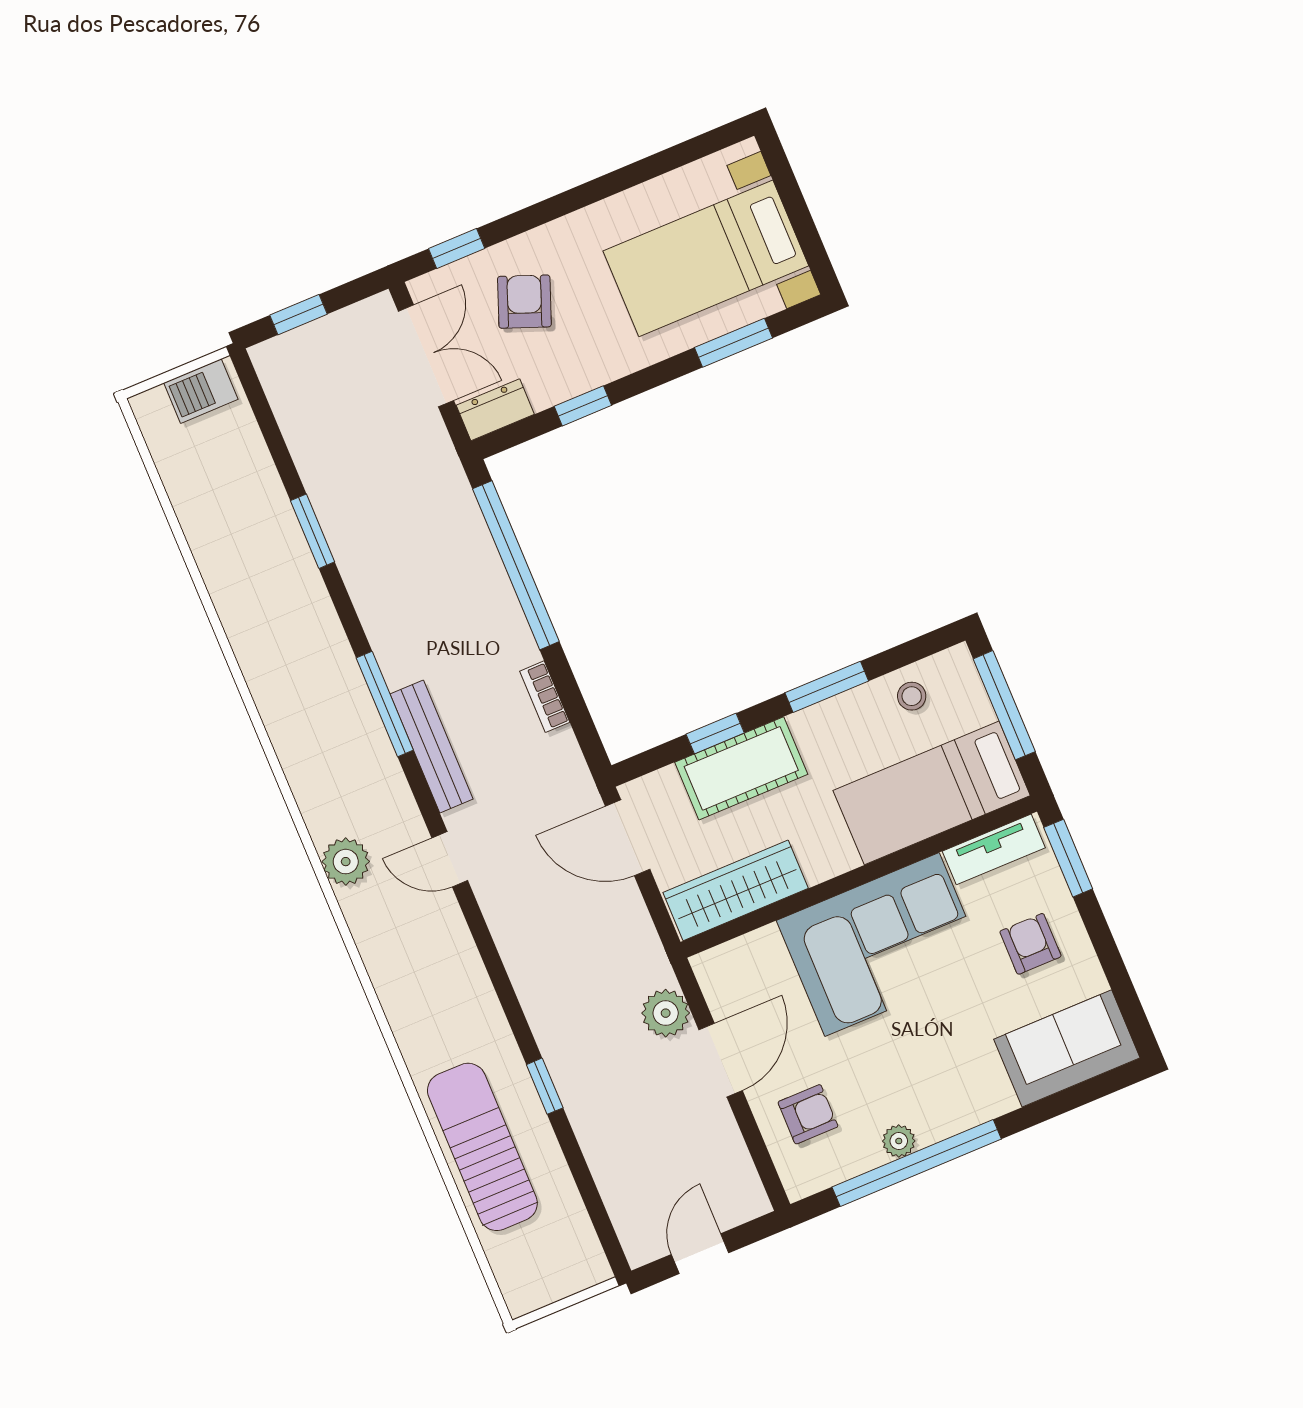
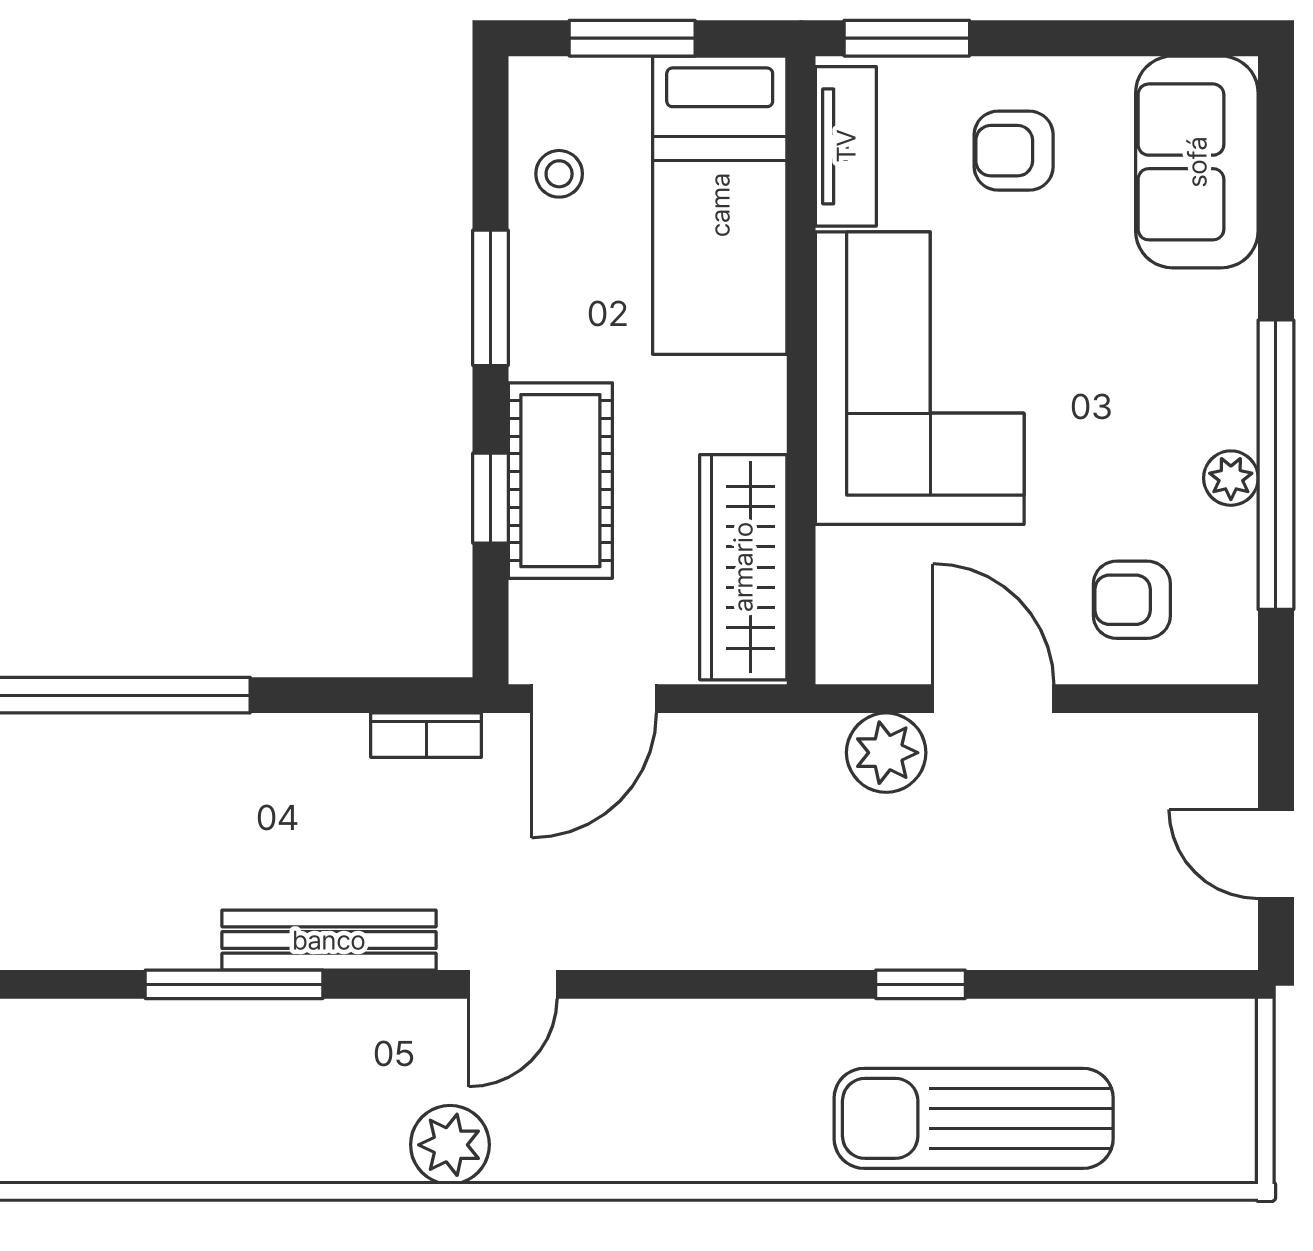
bookcase: (545, 697) -> (426, 735), moved
window: (1004, 705) -> (632, 38), width x0.69
armchair: (808, 1114) -> (1132, 600), turned -90

